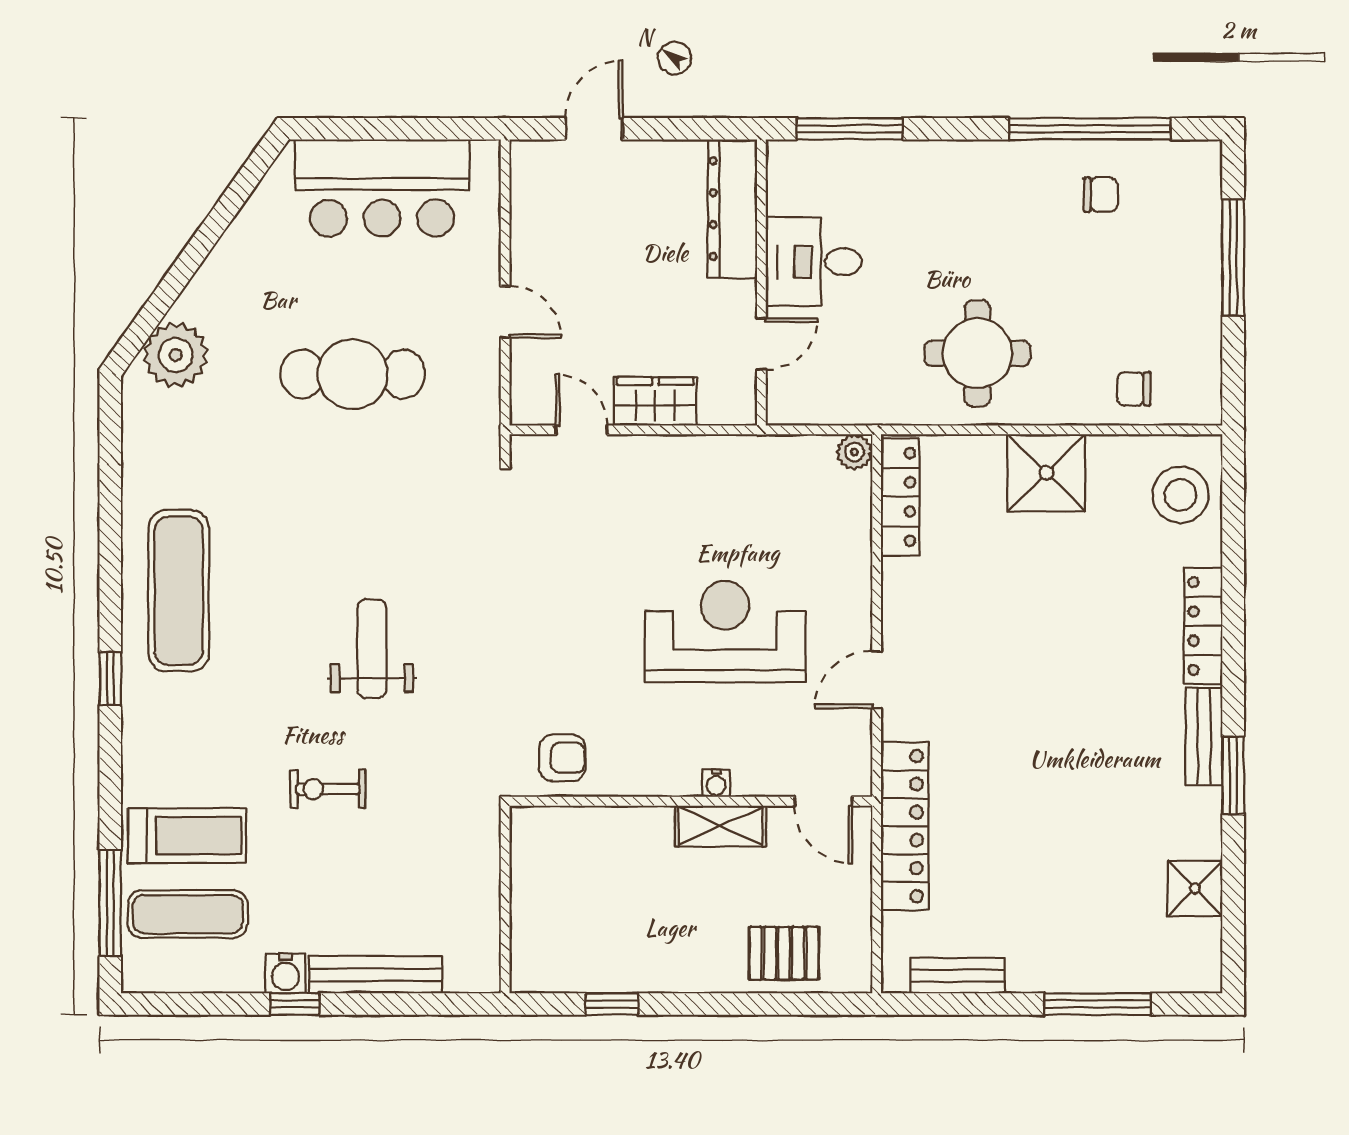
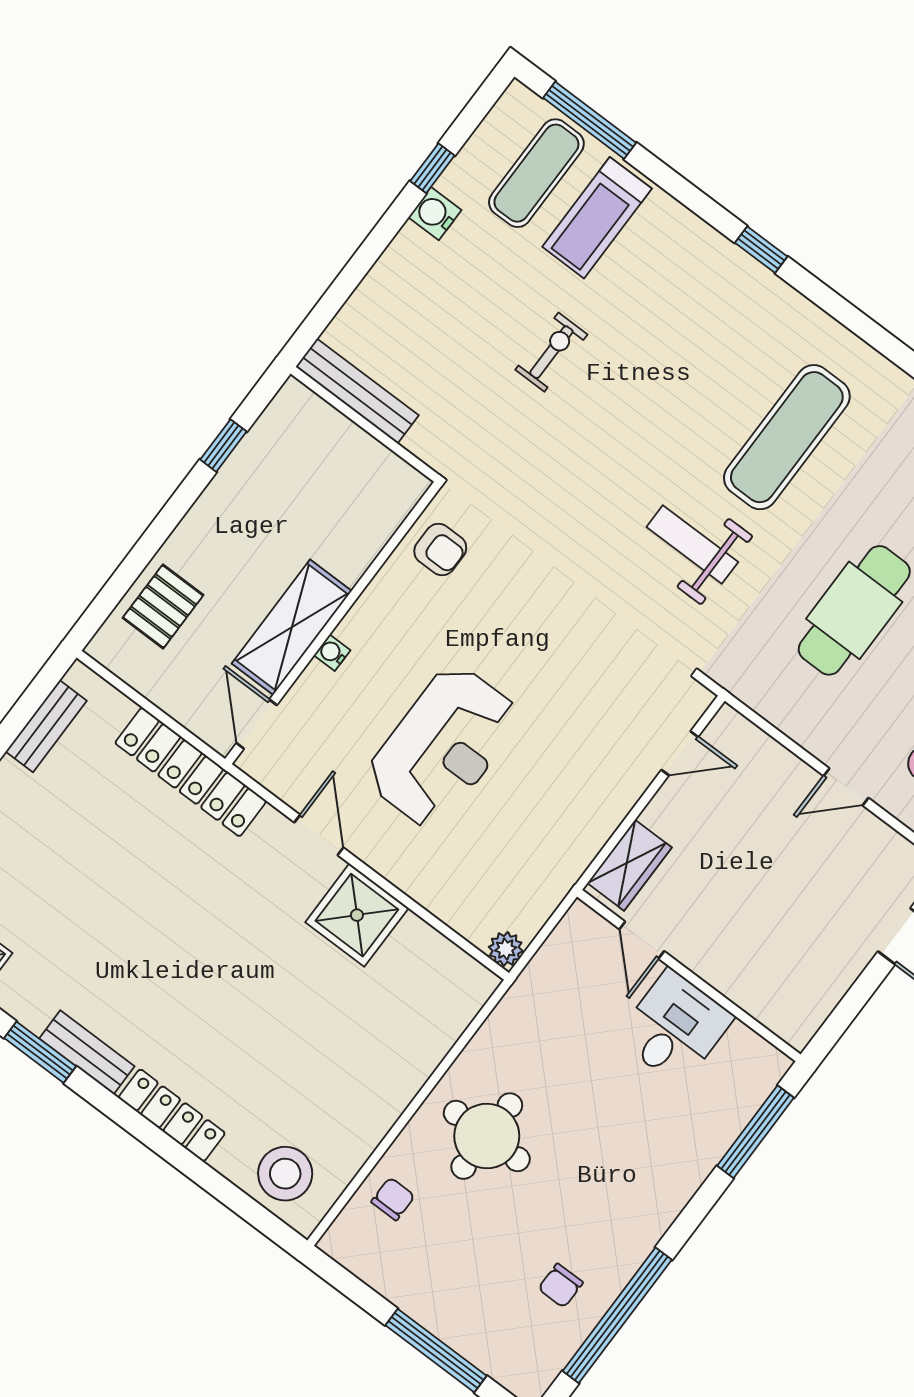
dresser: (732, 209) -> (762, 996), removed
door: (505, 312) -> (846, 787), moved
round table: (977, 353) -> (487, 1136), moved
wardrobe: (655, 401) -> (630, 865), moved
shower: (1046, 473) -> (357, 915), moved
locker: (900, 497) -> (445, 958), removed
exercise mat: (179, 591) -> (787, 437), moved, turned 90
weight bench: (372, 649) -> (692, 544), moved, turned 180
armchair: (562, 758) -> (440, 550), turned -90
door: (823, 801) -> (257, 724), hinge flipped
shelving: (720, 826) -> (292, 627), width x1.50, depth x1.33
bench: (375, 975) -> (357, 391), moved, turned 90
window: (295, 1004) -> (432, 168), moved

